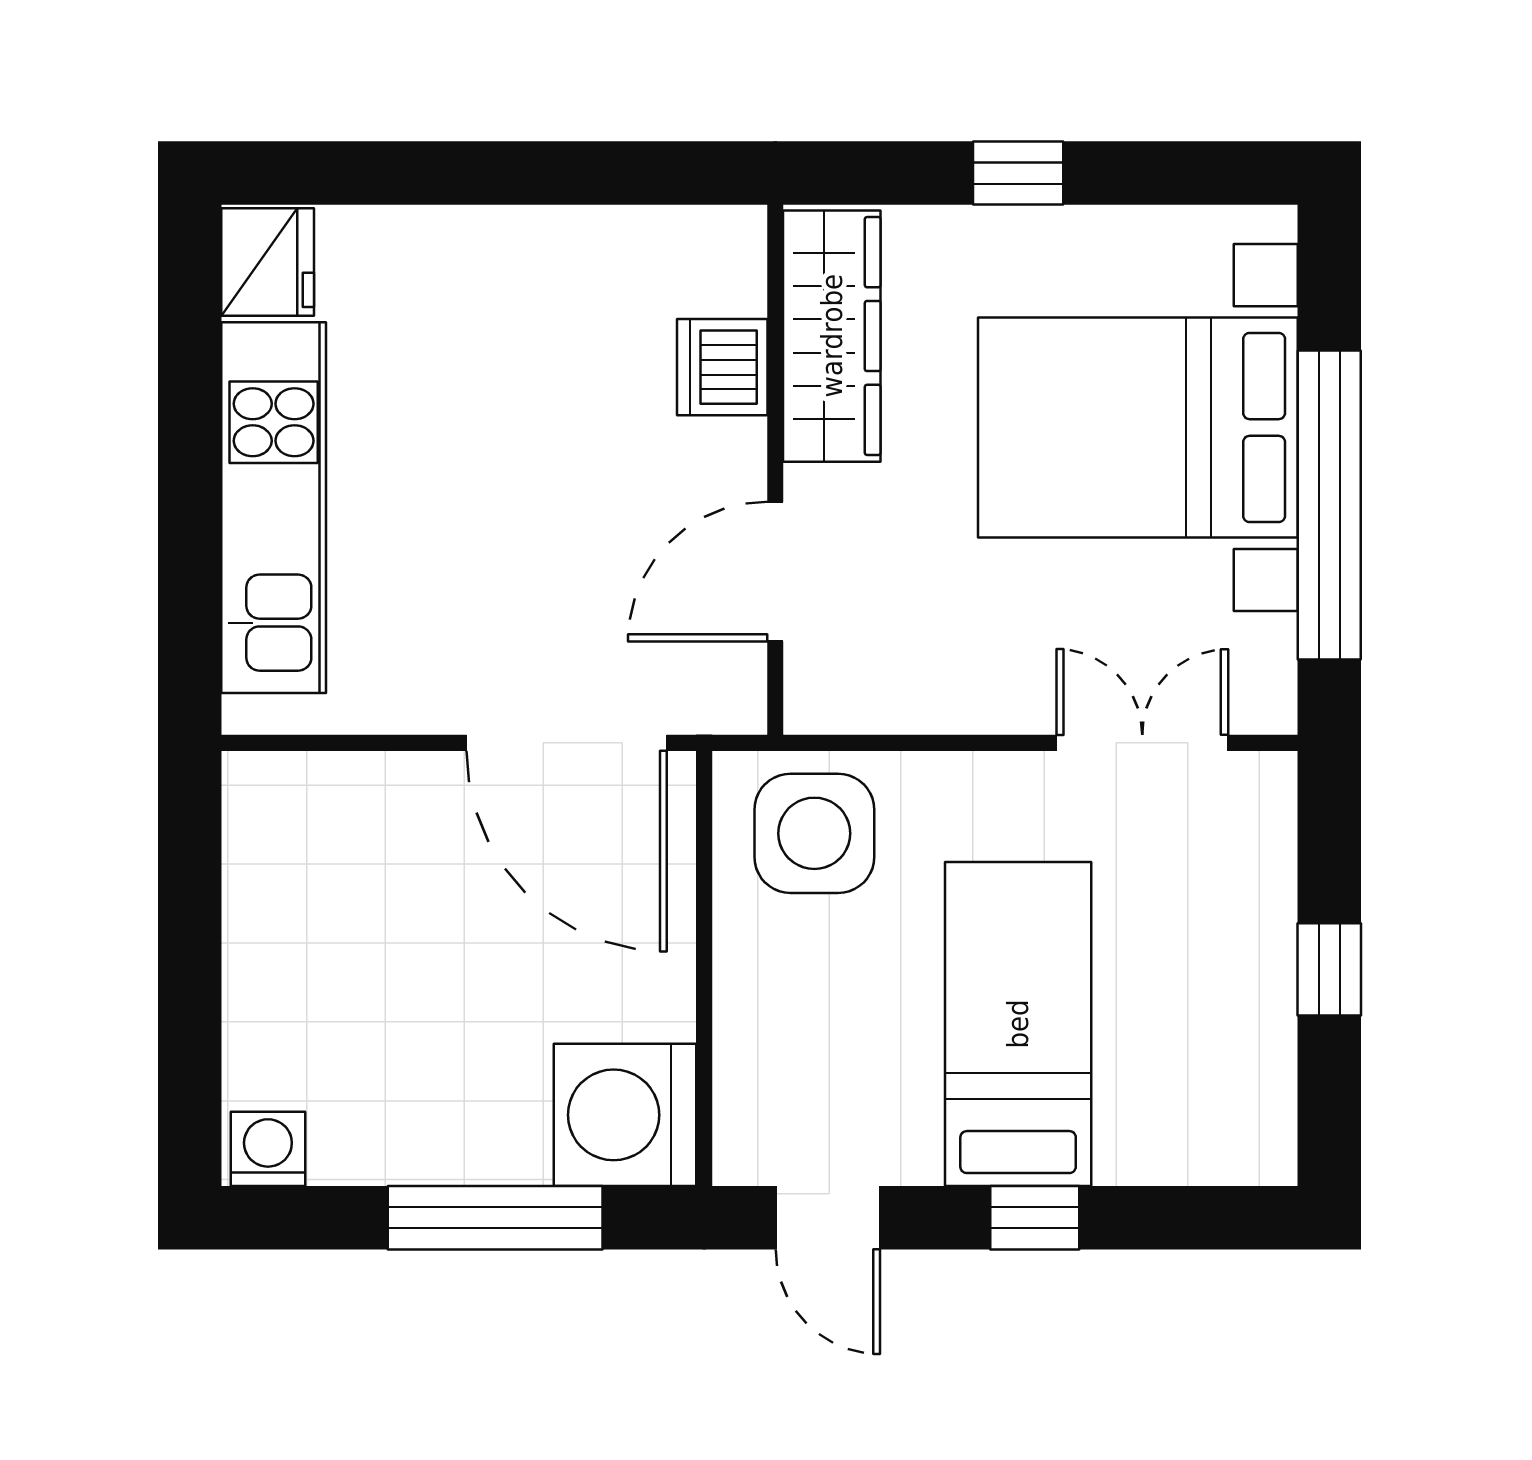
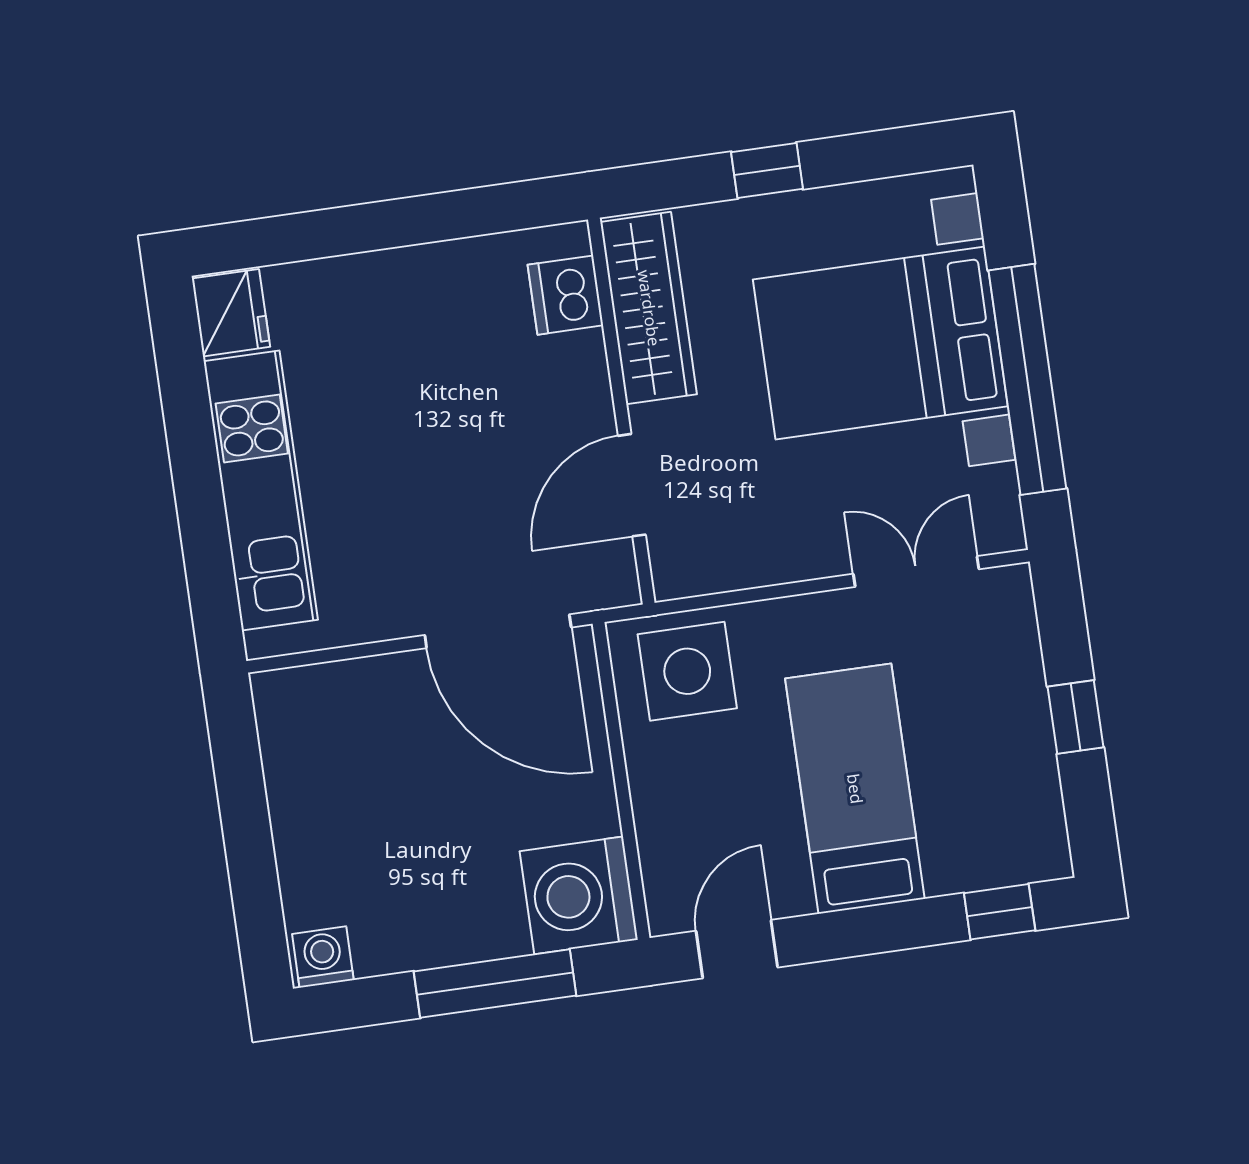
dishwasher: (722, 367) -> (565, 295), moved
door: (828, 1218) -> (737, 949), swing flipped
window: (1035, 1218) -> (1000, 912), moved

